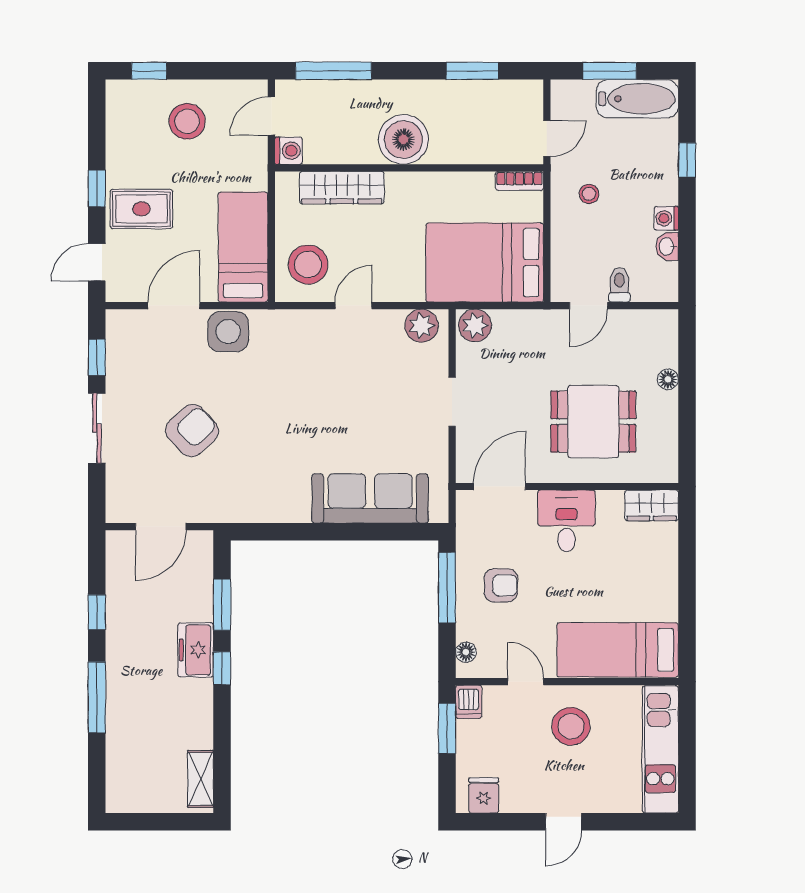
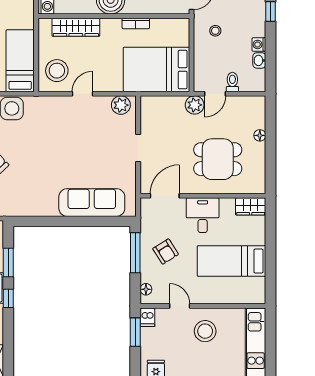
bookcase: (519, 181) -> (136, 23), moved
plant: (475, 325) -> (195, 105), moved
armchair: (501, 585) -> (166, 252), turned 58
bed: (618, 650) -> (231, 261), moved

